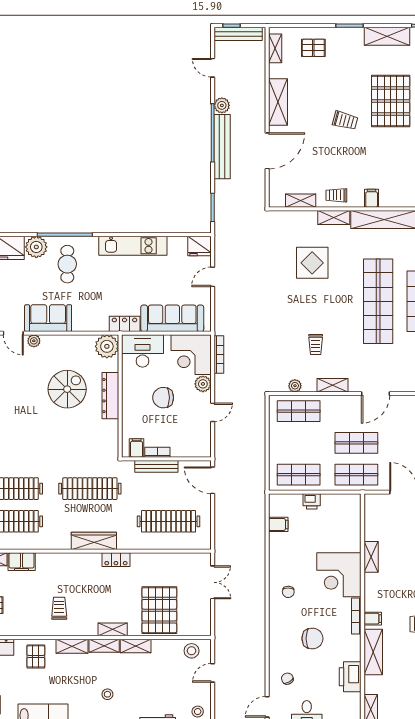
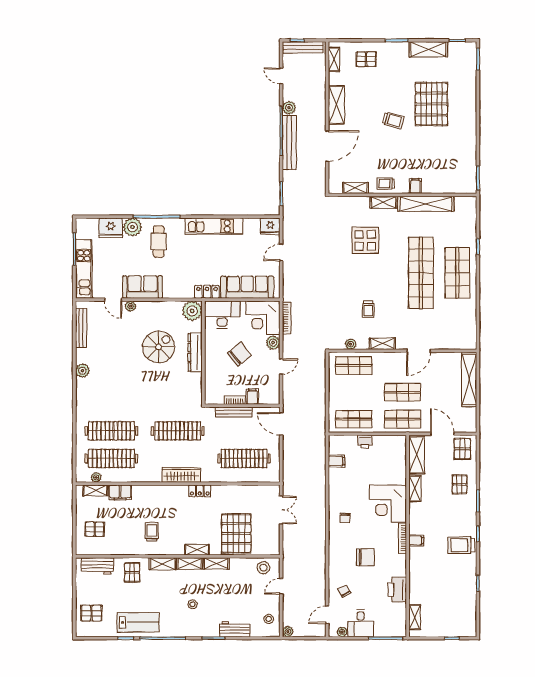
chair: (163, 398) -> (240, 354), turned 141
filing cabinet: (137, 448) -> (252, 397), moved
shelving: (373, 652) -> (417, 455), moved

